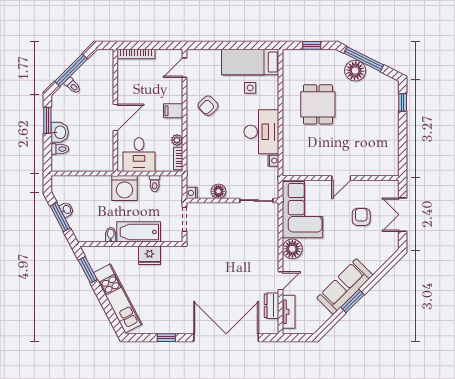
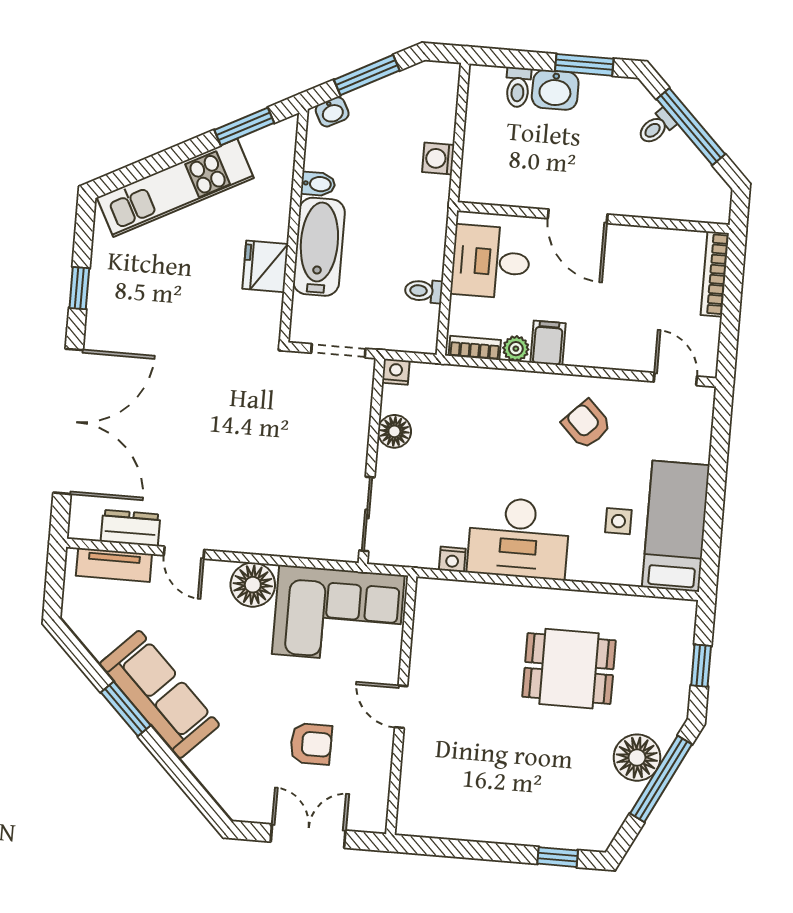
filing cabinet: (173, 111) -> (548, 343), moved
washing machine: (125, 188) -> (438, 159), moved, width x0.53, depth x0.53
washbasin: (67, 210) -> (332, 112), moved

